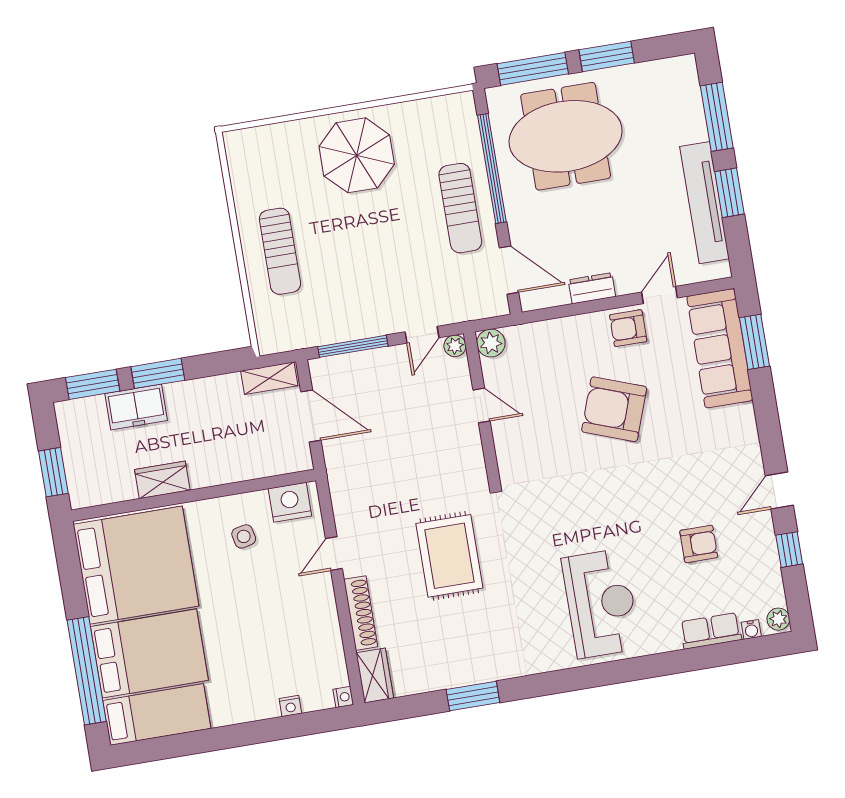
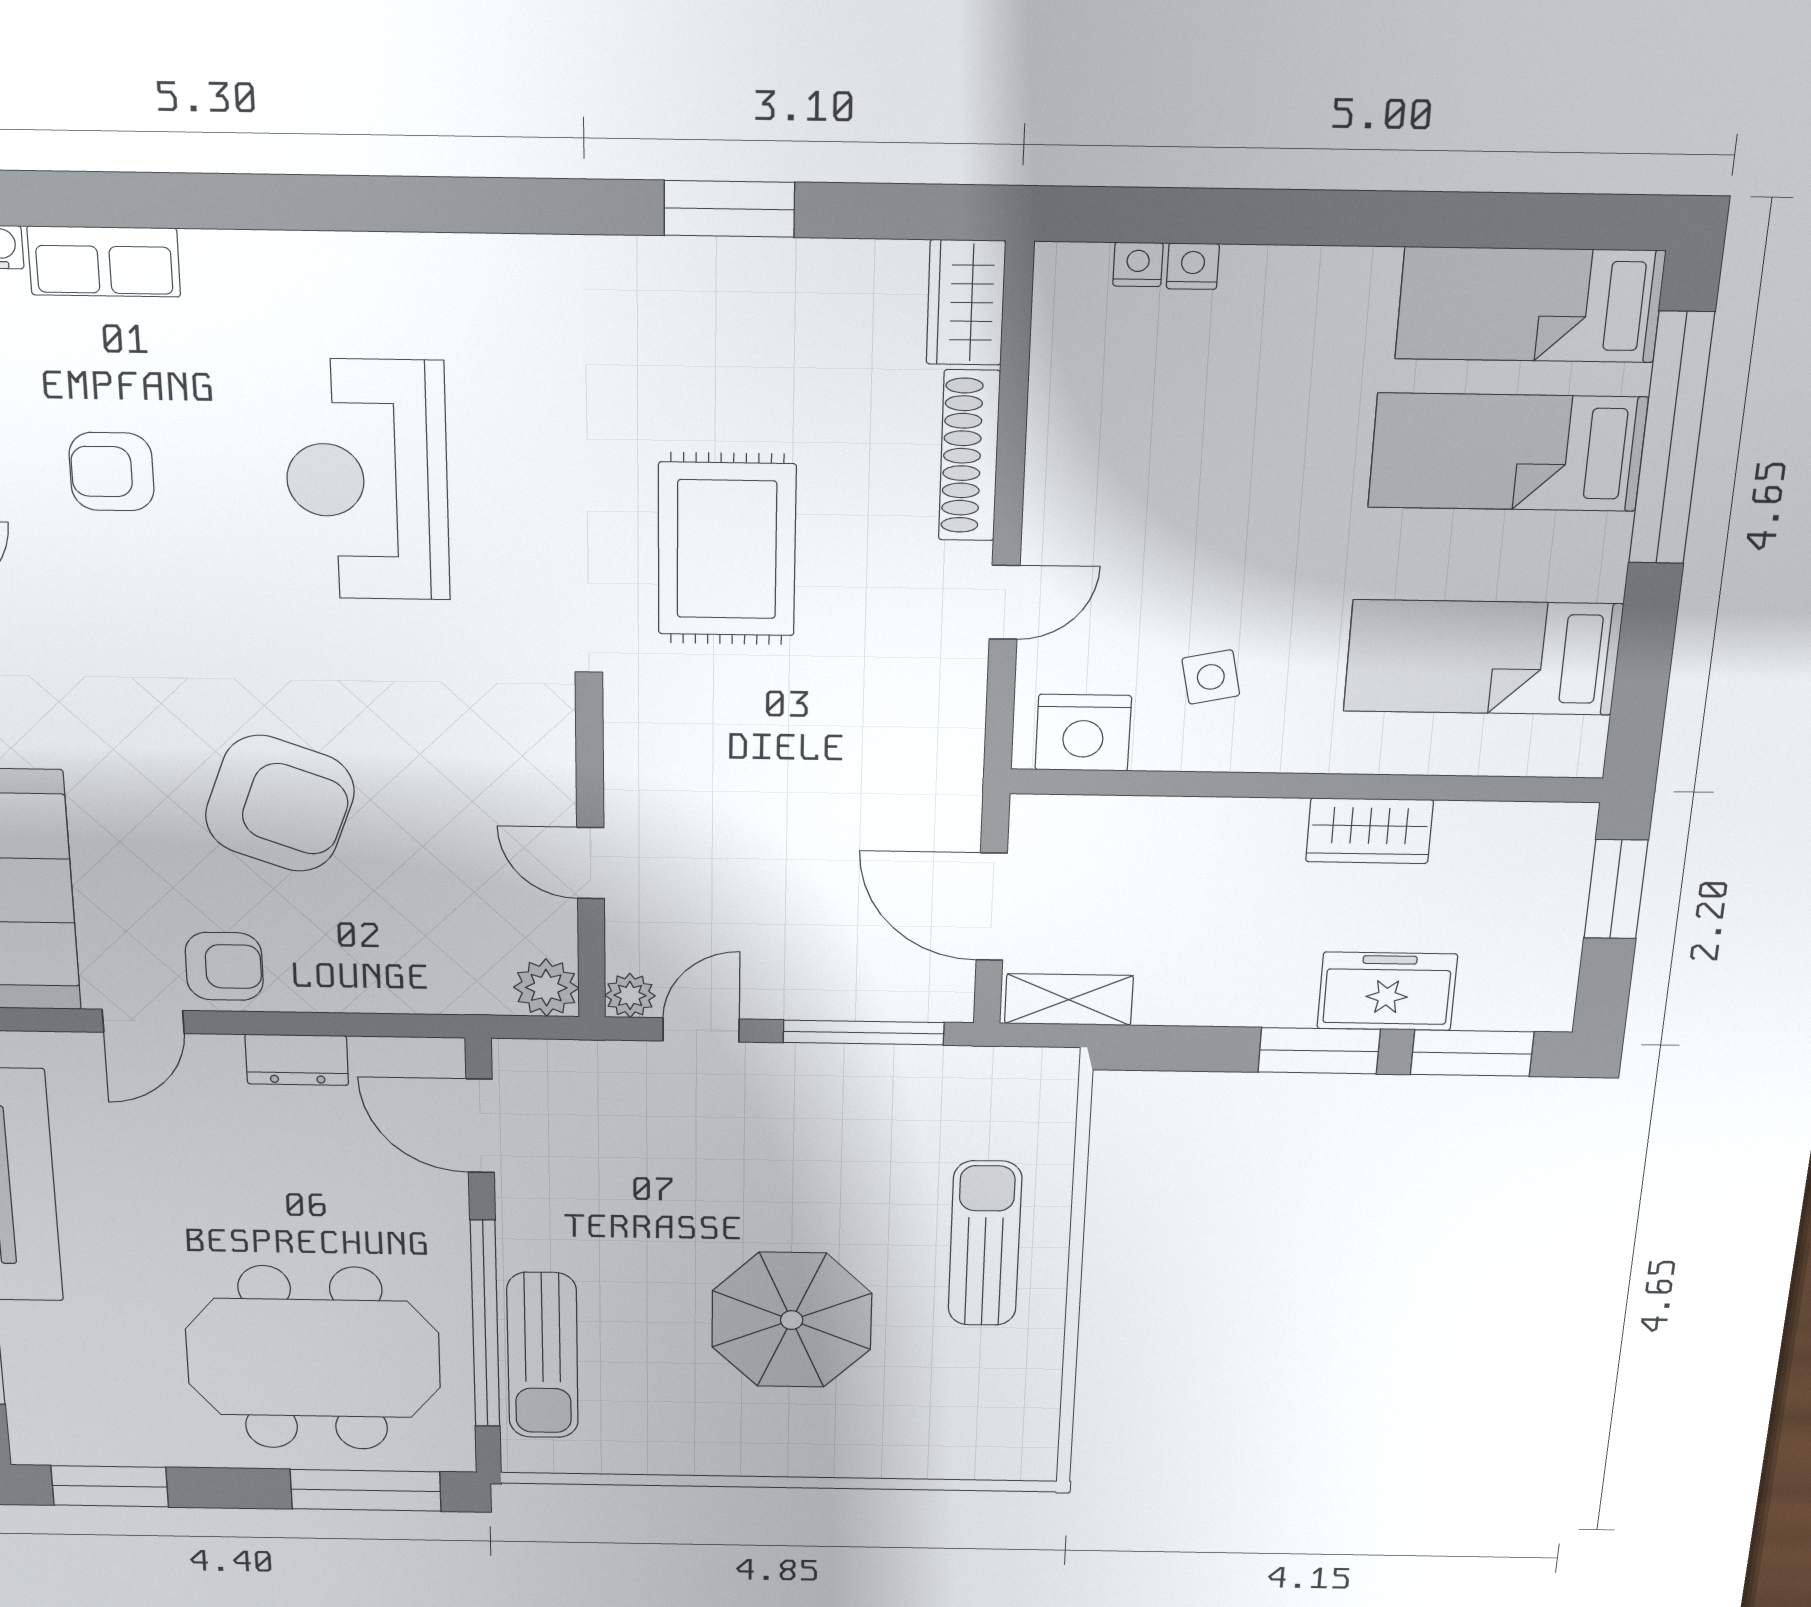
window: (607, 56) -> (110, 1486), moved
parasol: (357, 155) -> (792, 1320), moved
sun lounger: (460, 208) -> (543, 1356), moved, turned 180
bed: (136, 565) -> (1483, 658), width x0.49
reception desk: (601, 603) -> (367, 480), moved
bed: (149, 653) -> (1507, 452), width x0.67
nightstand: (343, 697) -> (1138, 264), moved, turned 90

